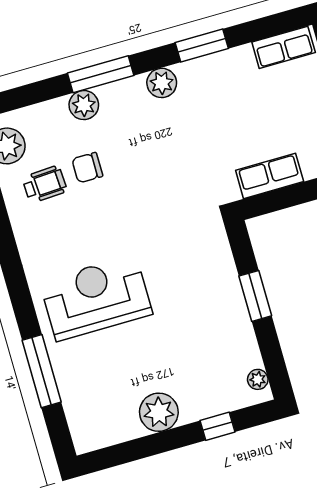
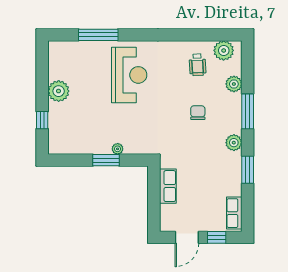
plant: (84, 105) -> (234, 84), moved
chair: (87, 168) -> (198, 113), moved
plant: (258, 379) -> (118, 149), moved

